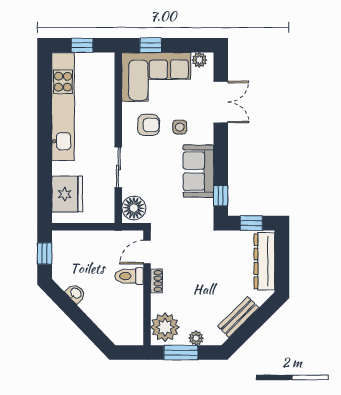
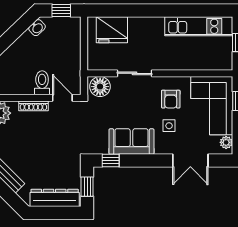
kitchen unit: (63, 107) -> (199, 26), width x0.73
shoe rack: (156, 281) -> (33, 106), width x1.43
washbasin: (76, 293) -> (37, 28), moved

